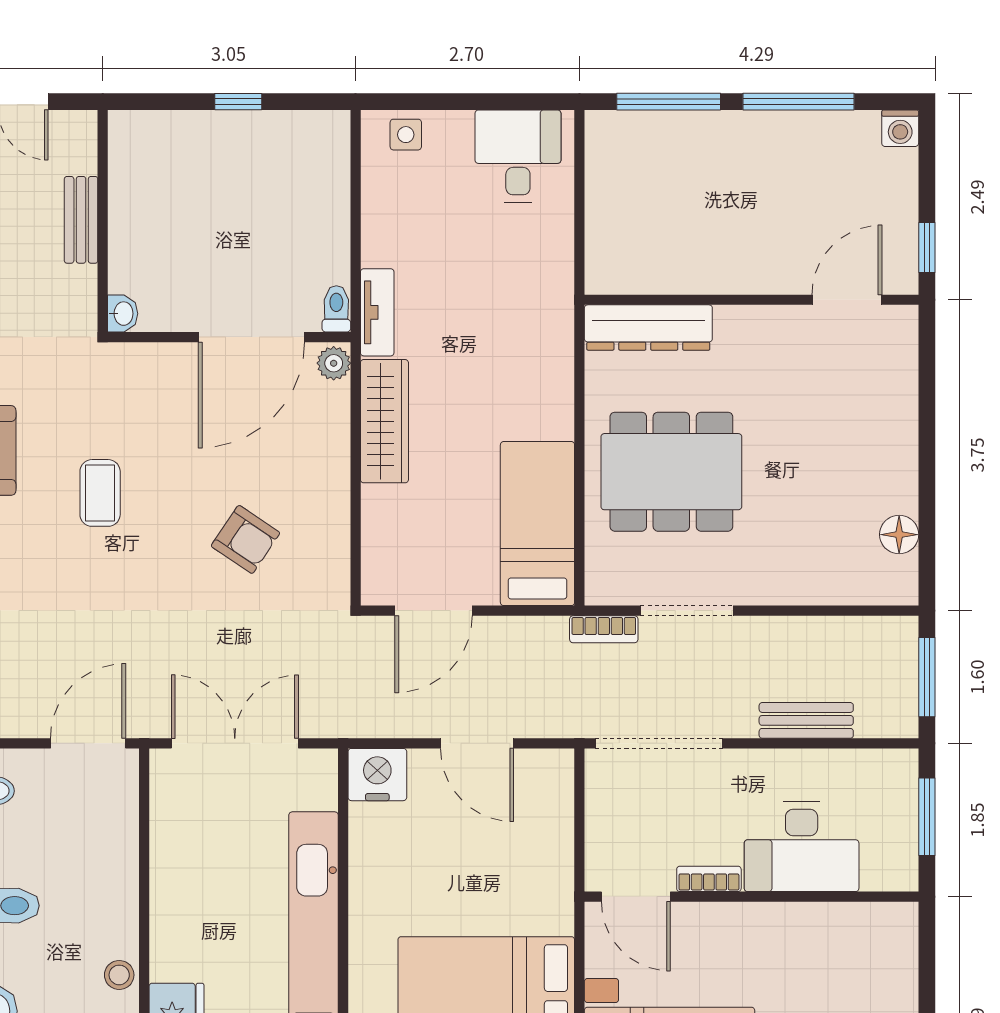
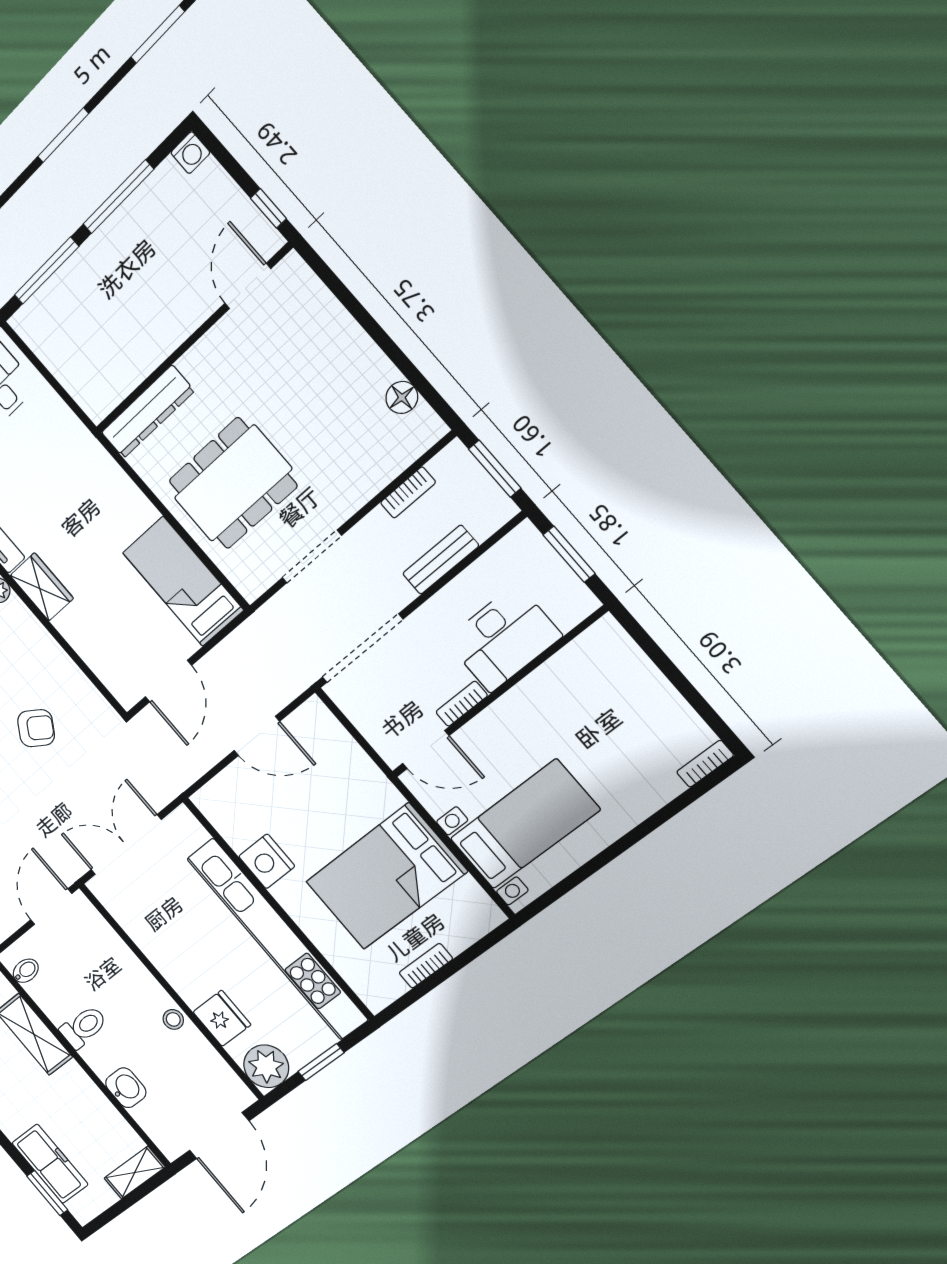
wardrobe: (384, 421) -> (42, 587), width x0.67
bookcase: (604, 629) -> (408, 493), moved
nightstand: (377, 775) -> (267, 861), moved, turned -90

